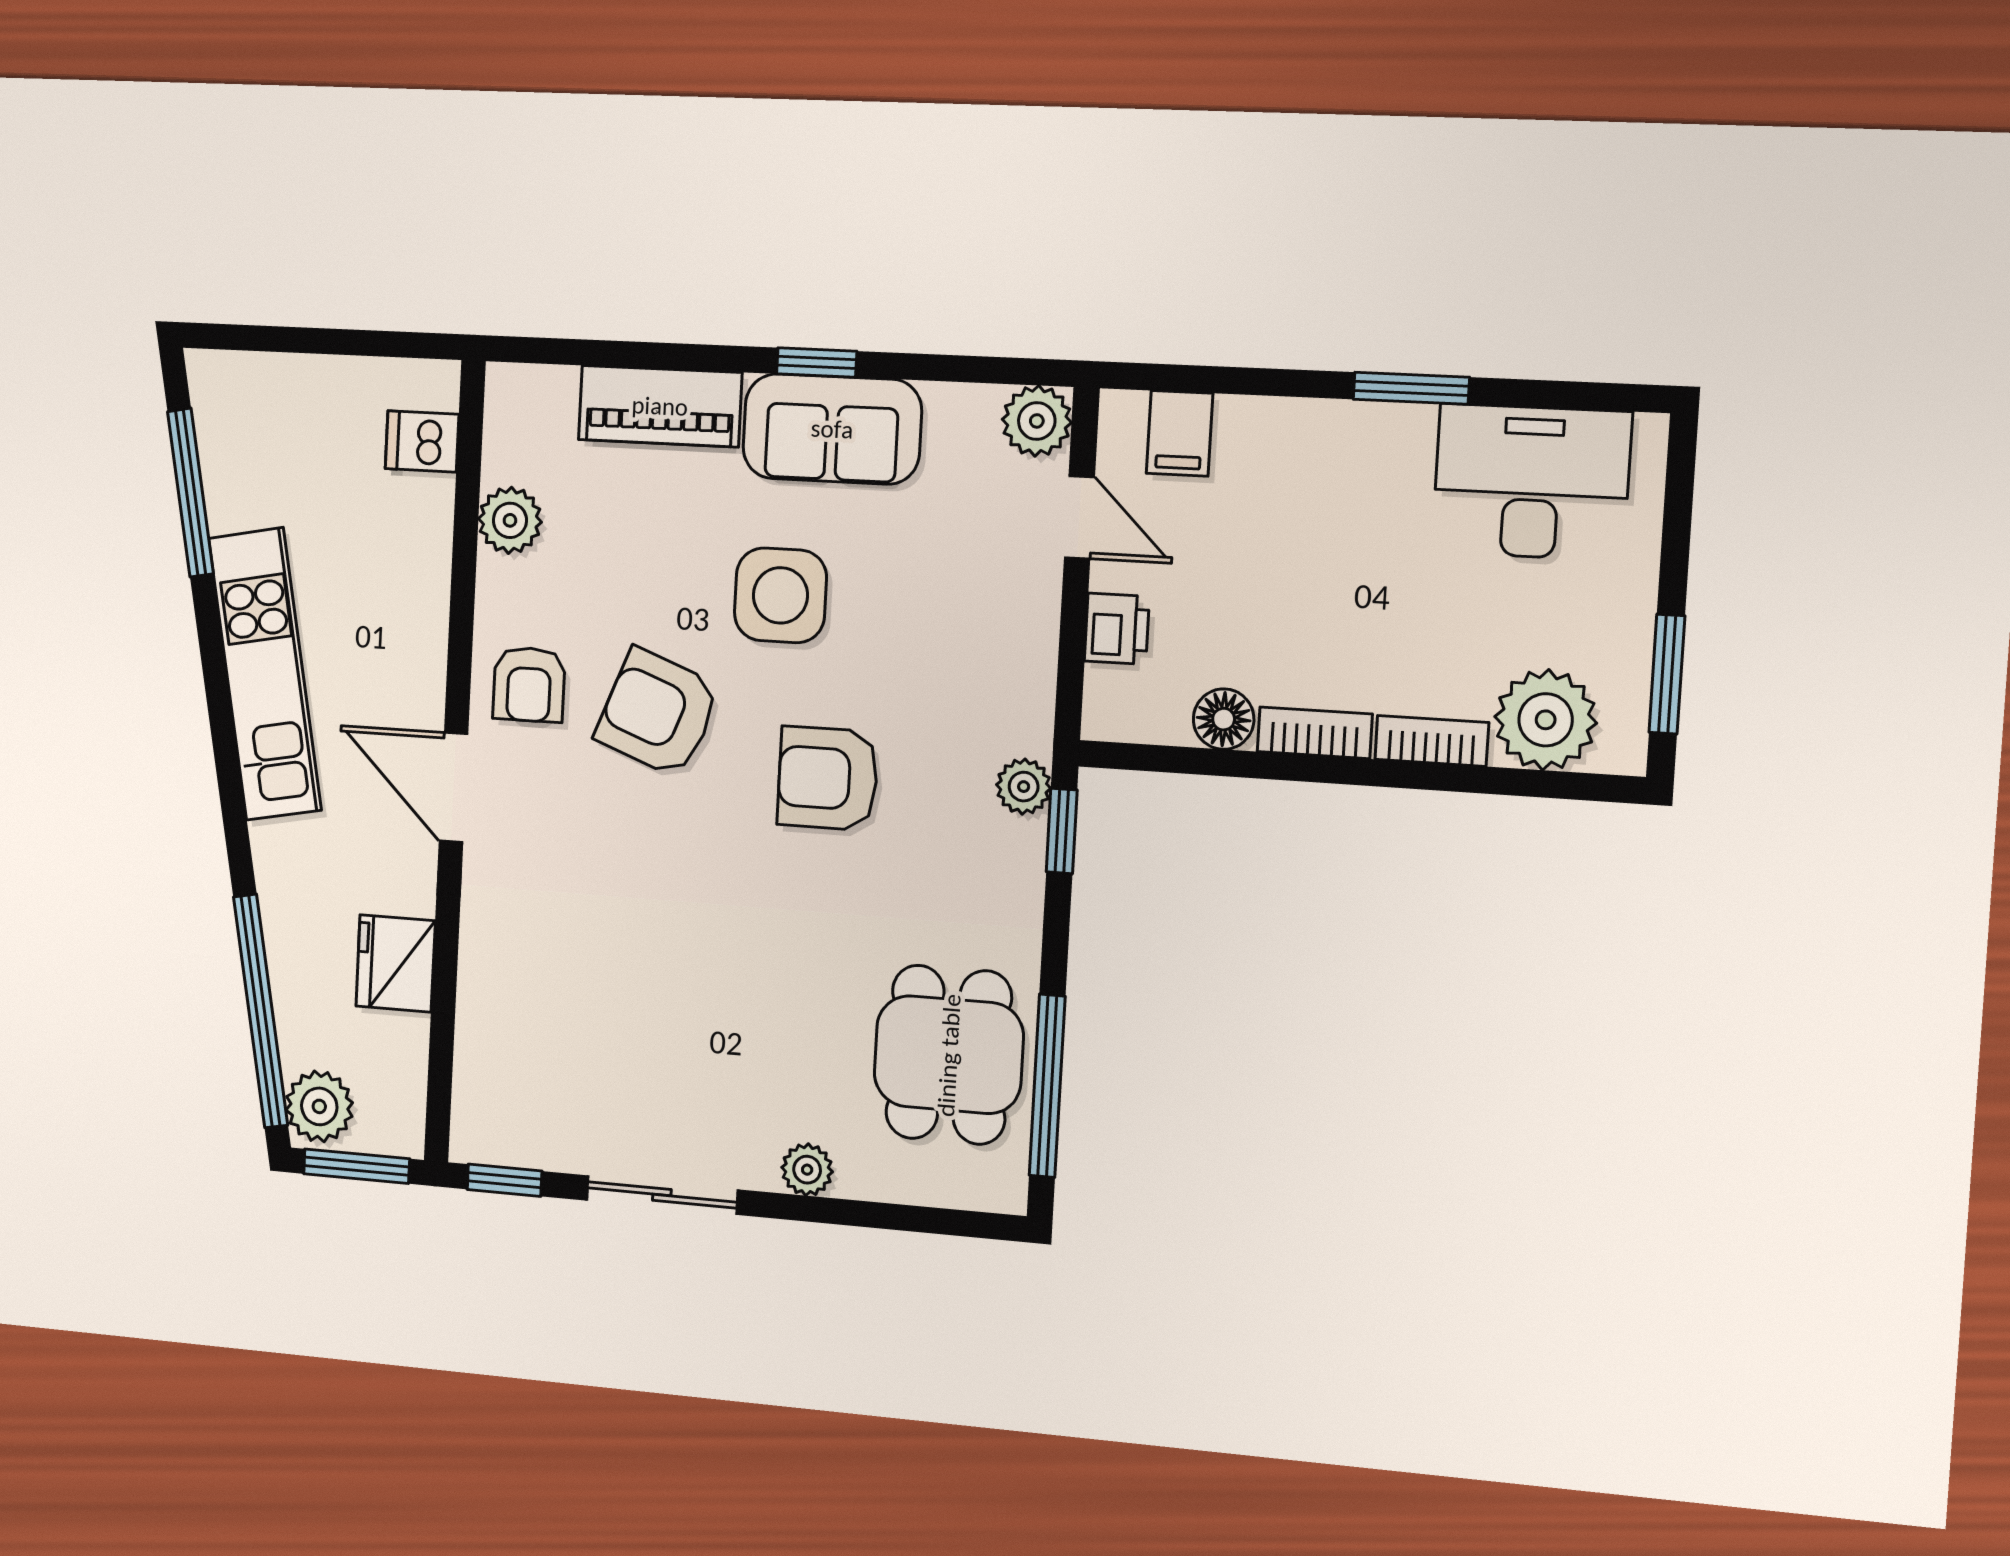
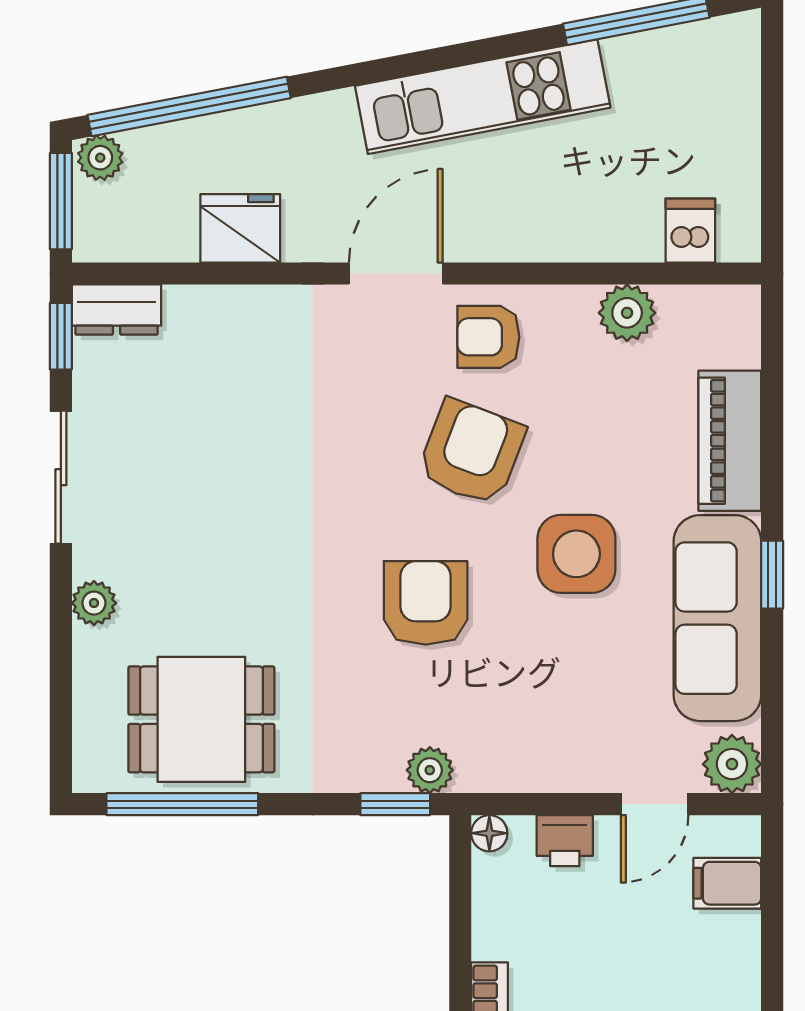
sofa: (832, 429) -> (717, 618), width x1.36
floor lamp: (1224, 719) -> (489, 833), moved, width x0.73, depth x0.73
plant: (319, 1106) -> (100, 158), width x0.73, depth x0.73
dresser: (478, 1113) -> (117, 310), added

